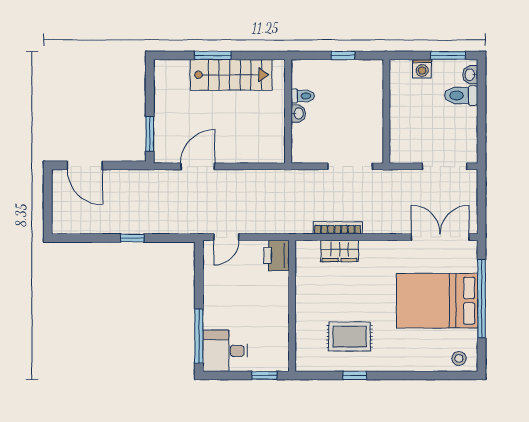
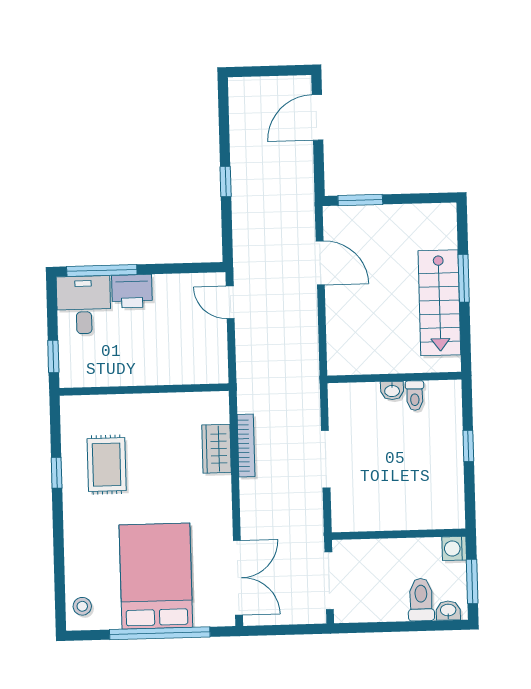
wall: (386, 111) -> (399, 534), moved
printer: (276, 255) -> (132, 291), moved, turned 180

